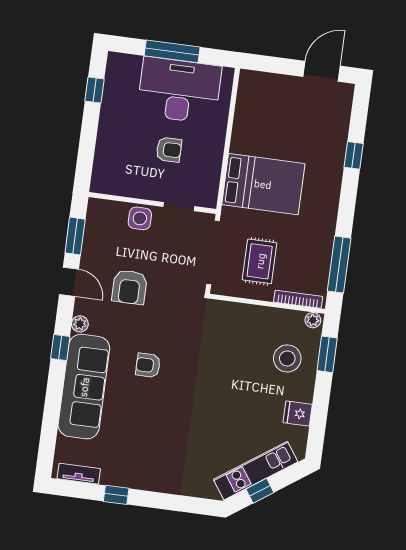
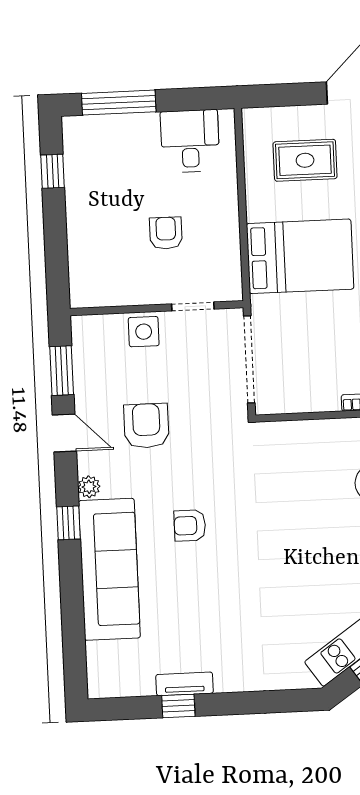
window: (172, 51) -> (119, 103), moved
desk: (179, 90) -> (190, 141), width x0.53, depth x0.77
armchair: (169, 150) -> (166, 233), turned -90
rug: (260, 261) -> (305, 160), moved, turned 90
armchair: (129, 287) -> (146, 426), turned 180
tv unit: (79, 474) -> (185, 684), moved

